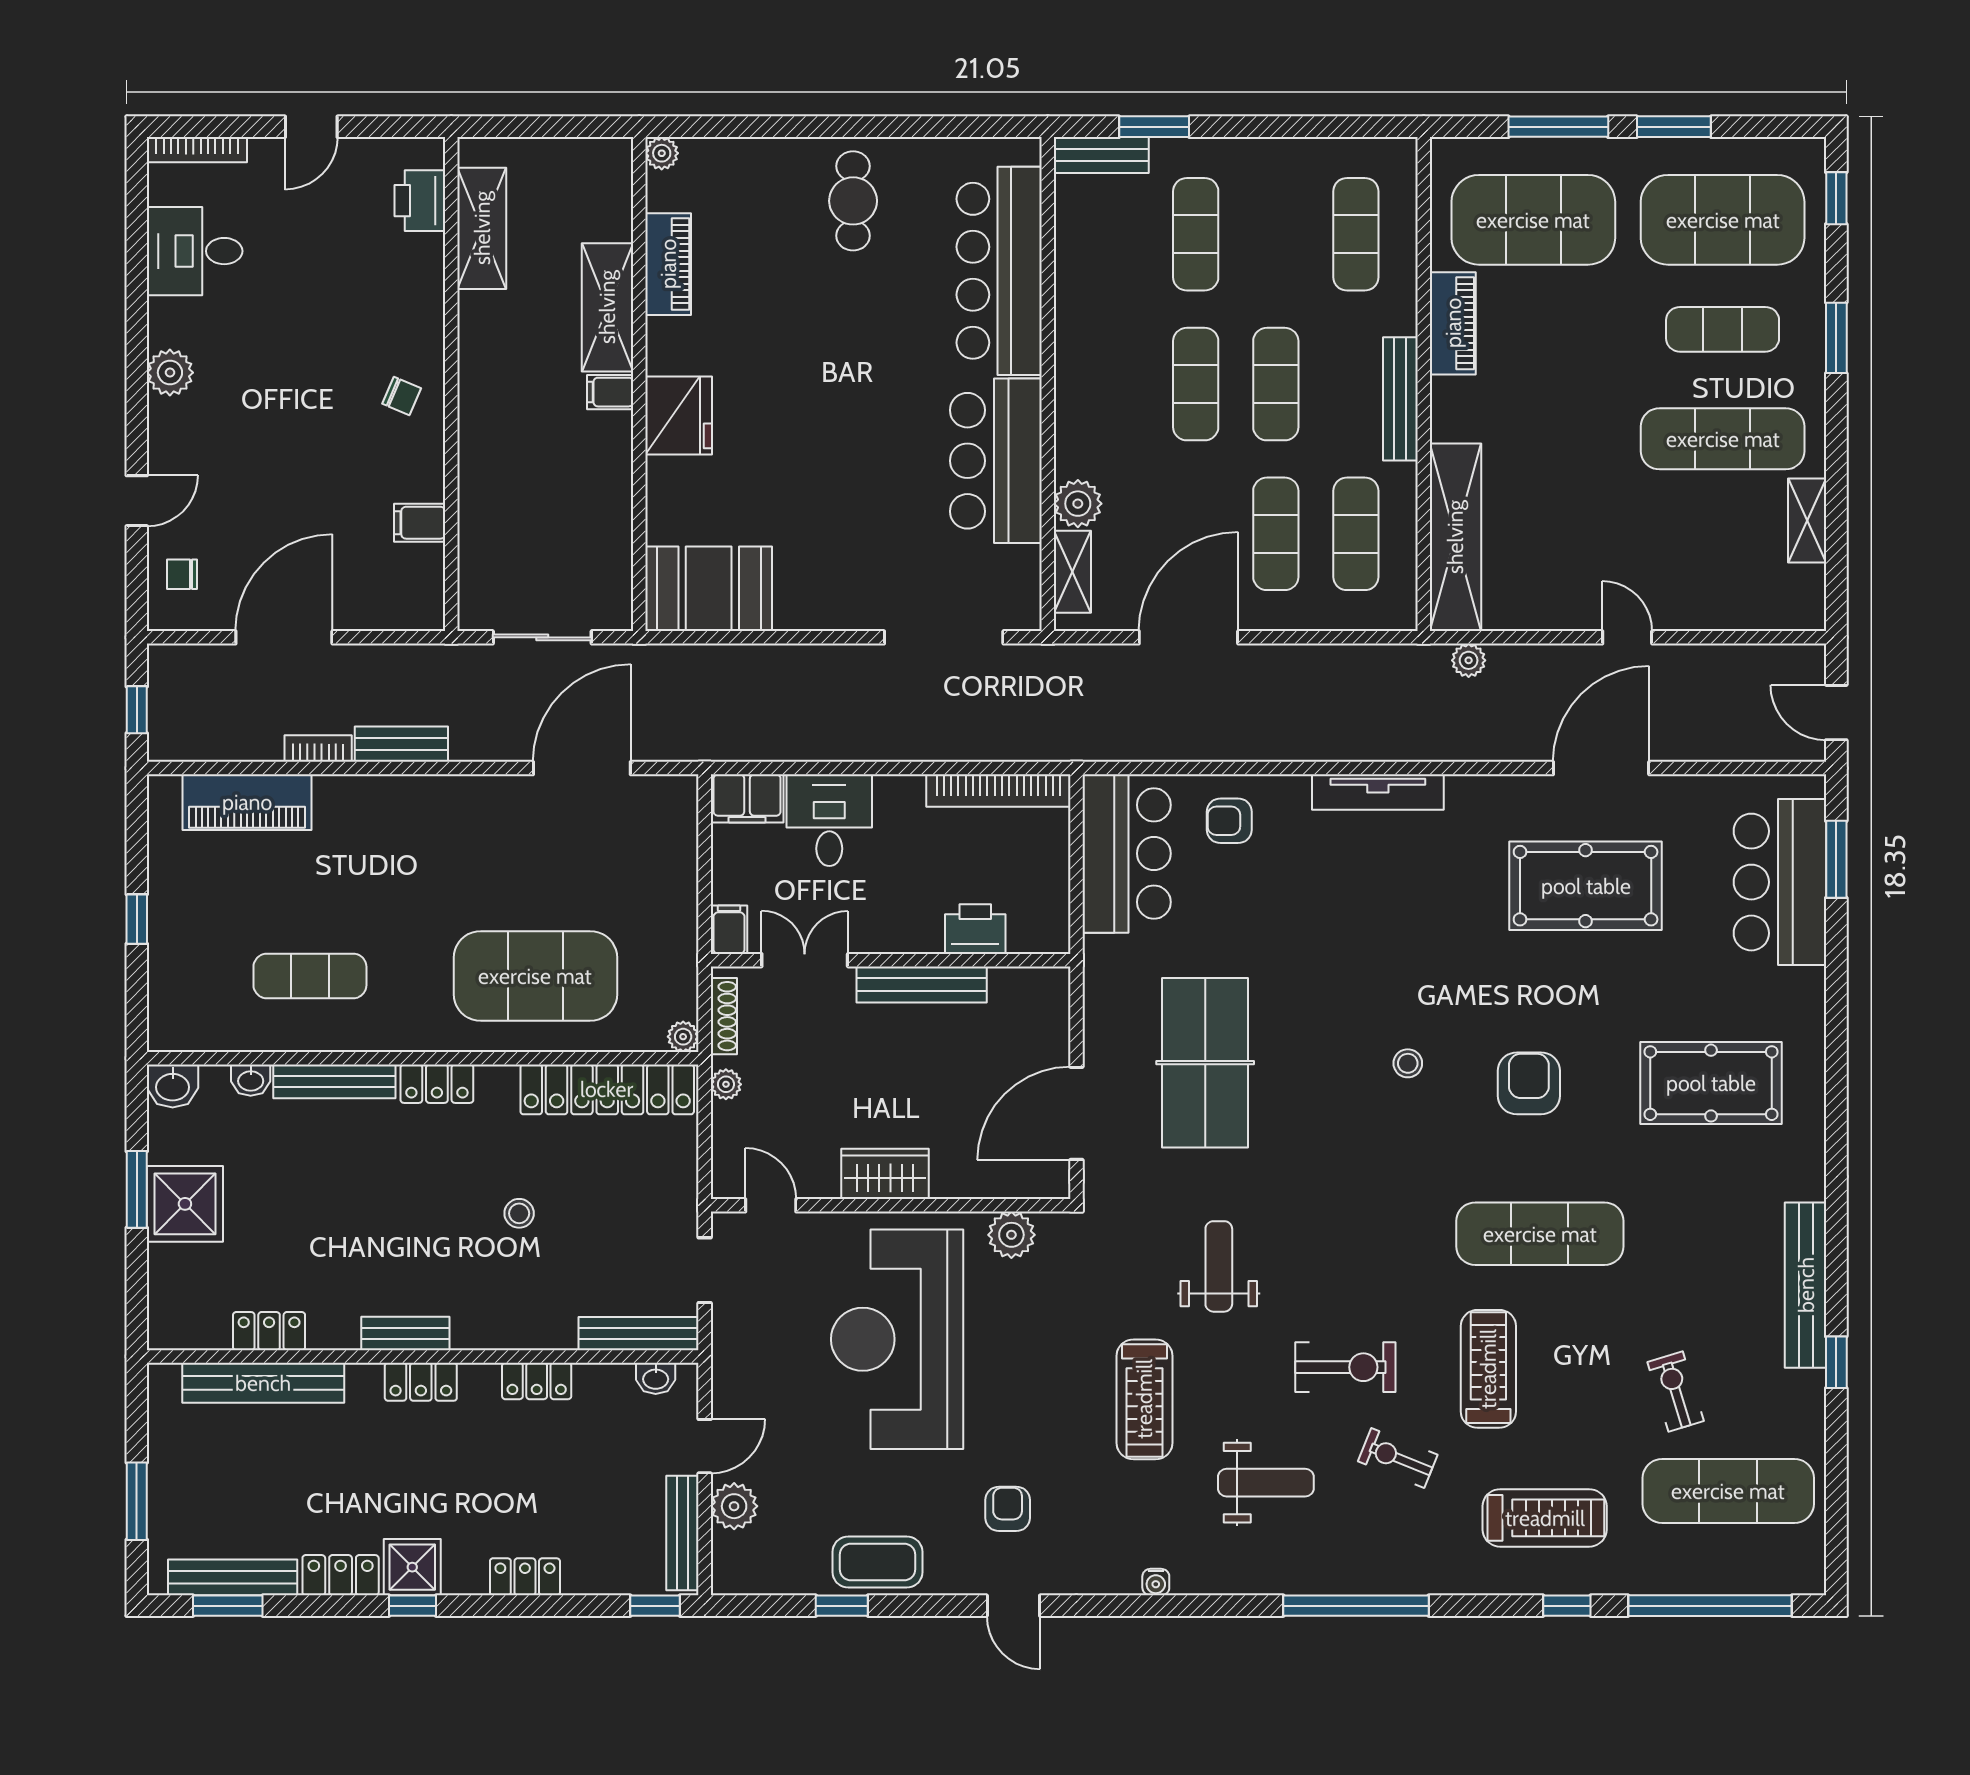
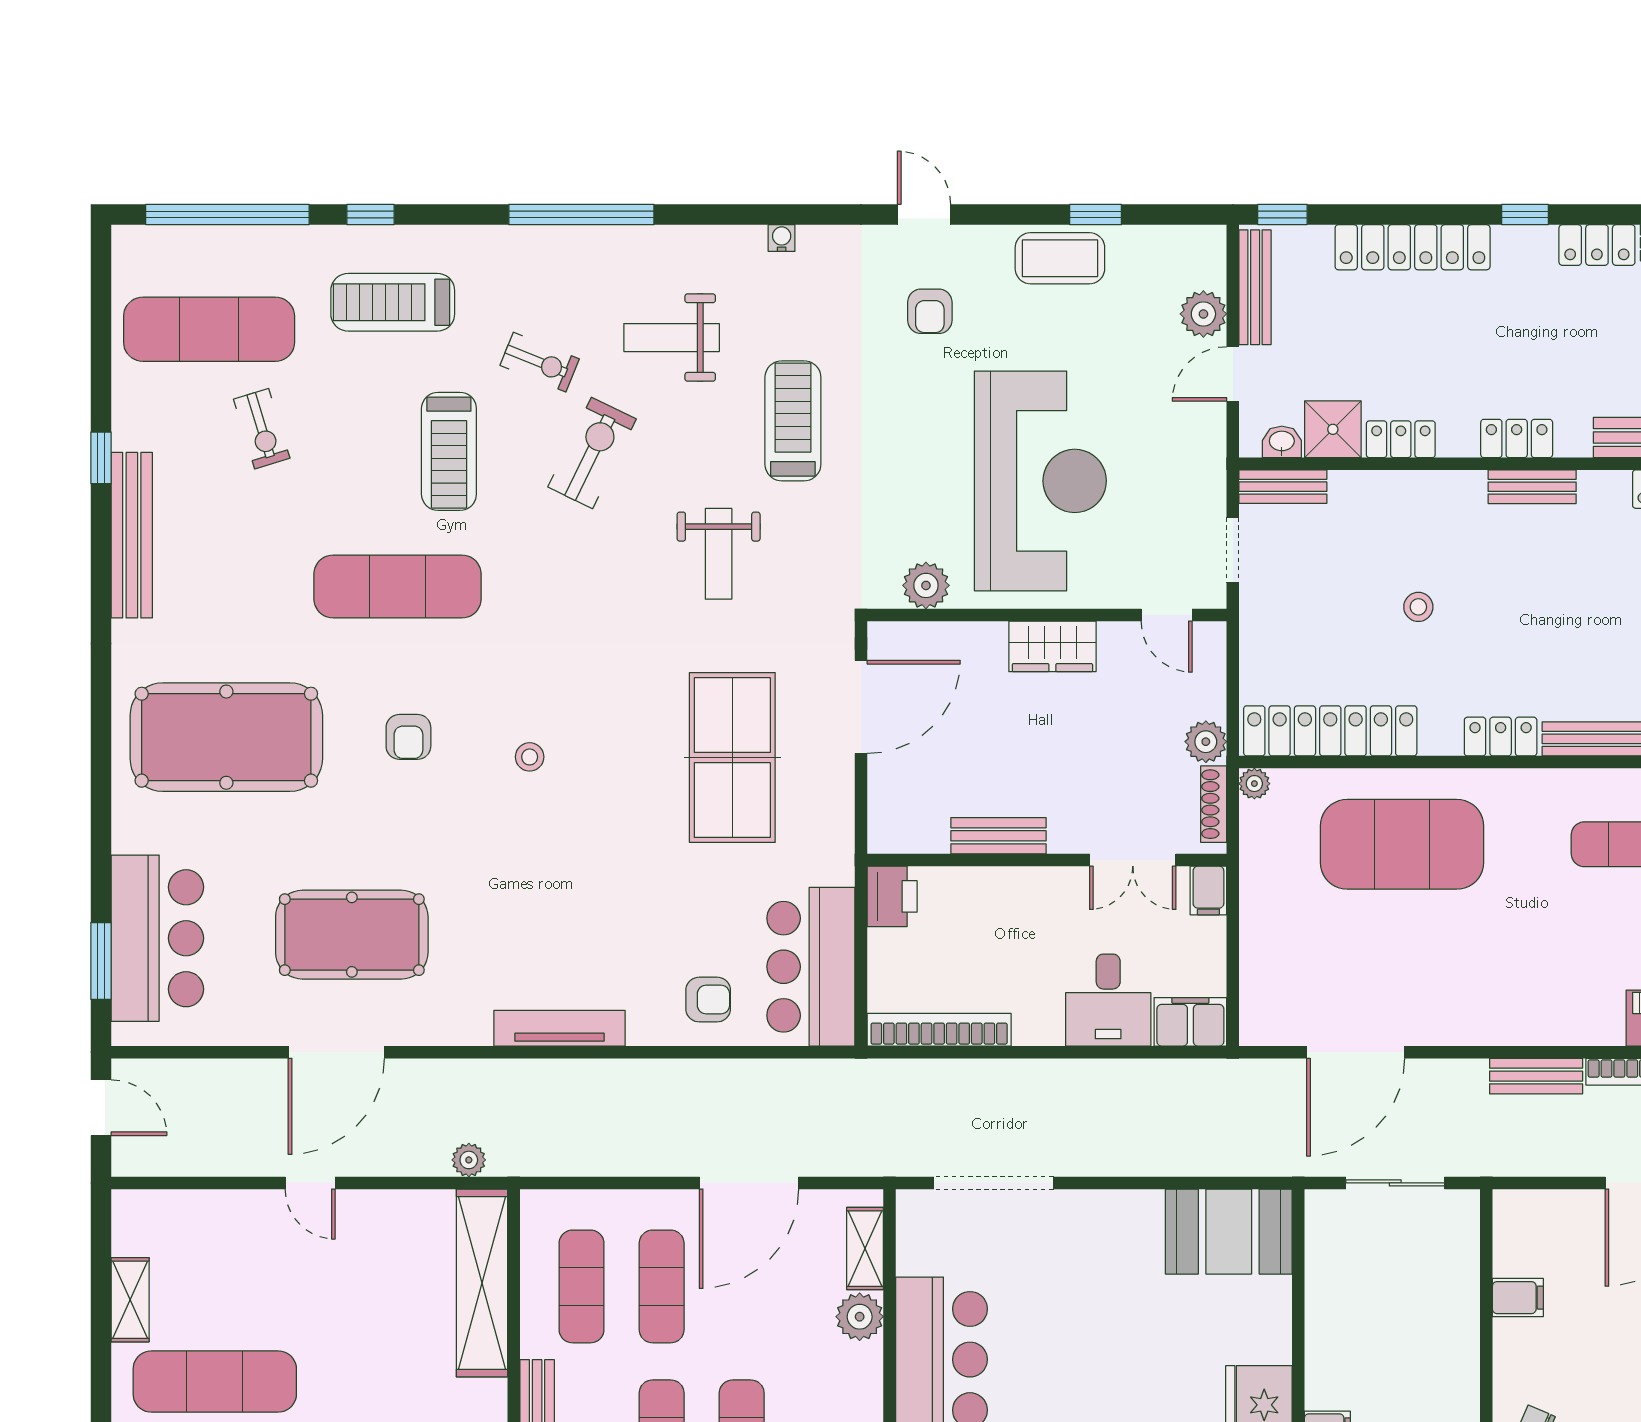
printer: (975, 929) -> (892, 896), moved, turned -90
bench: (922, 984) -> (998, 836), width x0.73
armchair: (1529, 1083) -> (408, 737), width x0.72, depth x0.72
pool table: (1711, 1083) -> (226, 737), width x1.36, depth x1.32
plant: (726, 1084) -> (1206, 742), width x1.38, depth x1.38
bench: (639, 1334) -> (1283, 487), width x0.73
exercise bike: (1345, 1367) -> (592, 453), turned 116
shower: (412, 1567) -> (1333, 429), moved
locker: (525, 1577) -> (1413, 247), width x2.16, depth x1.21

